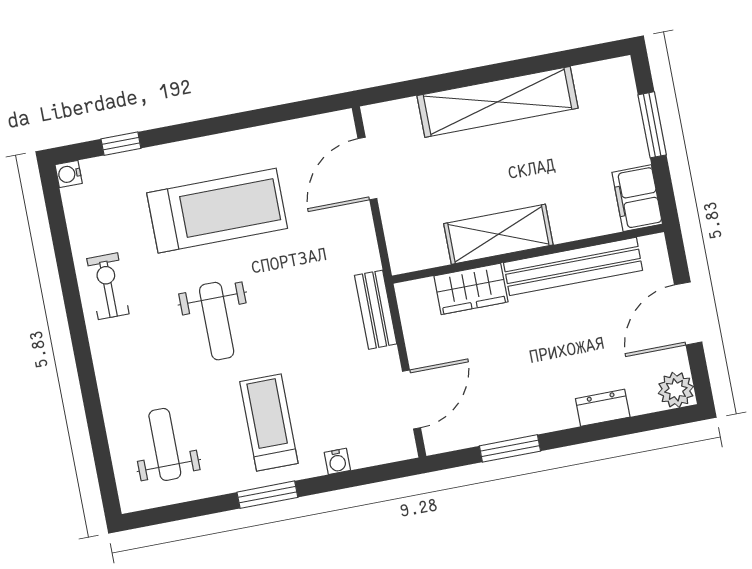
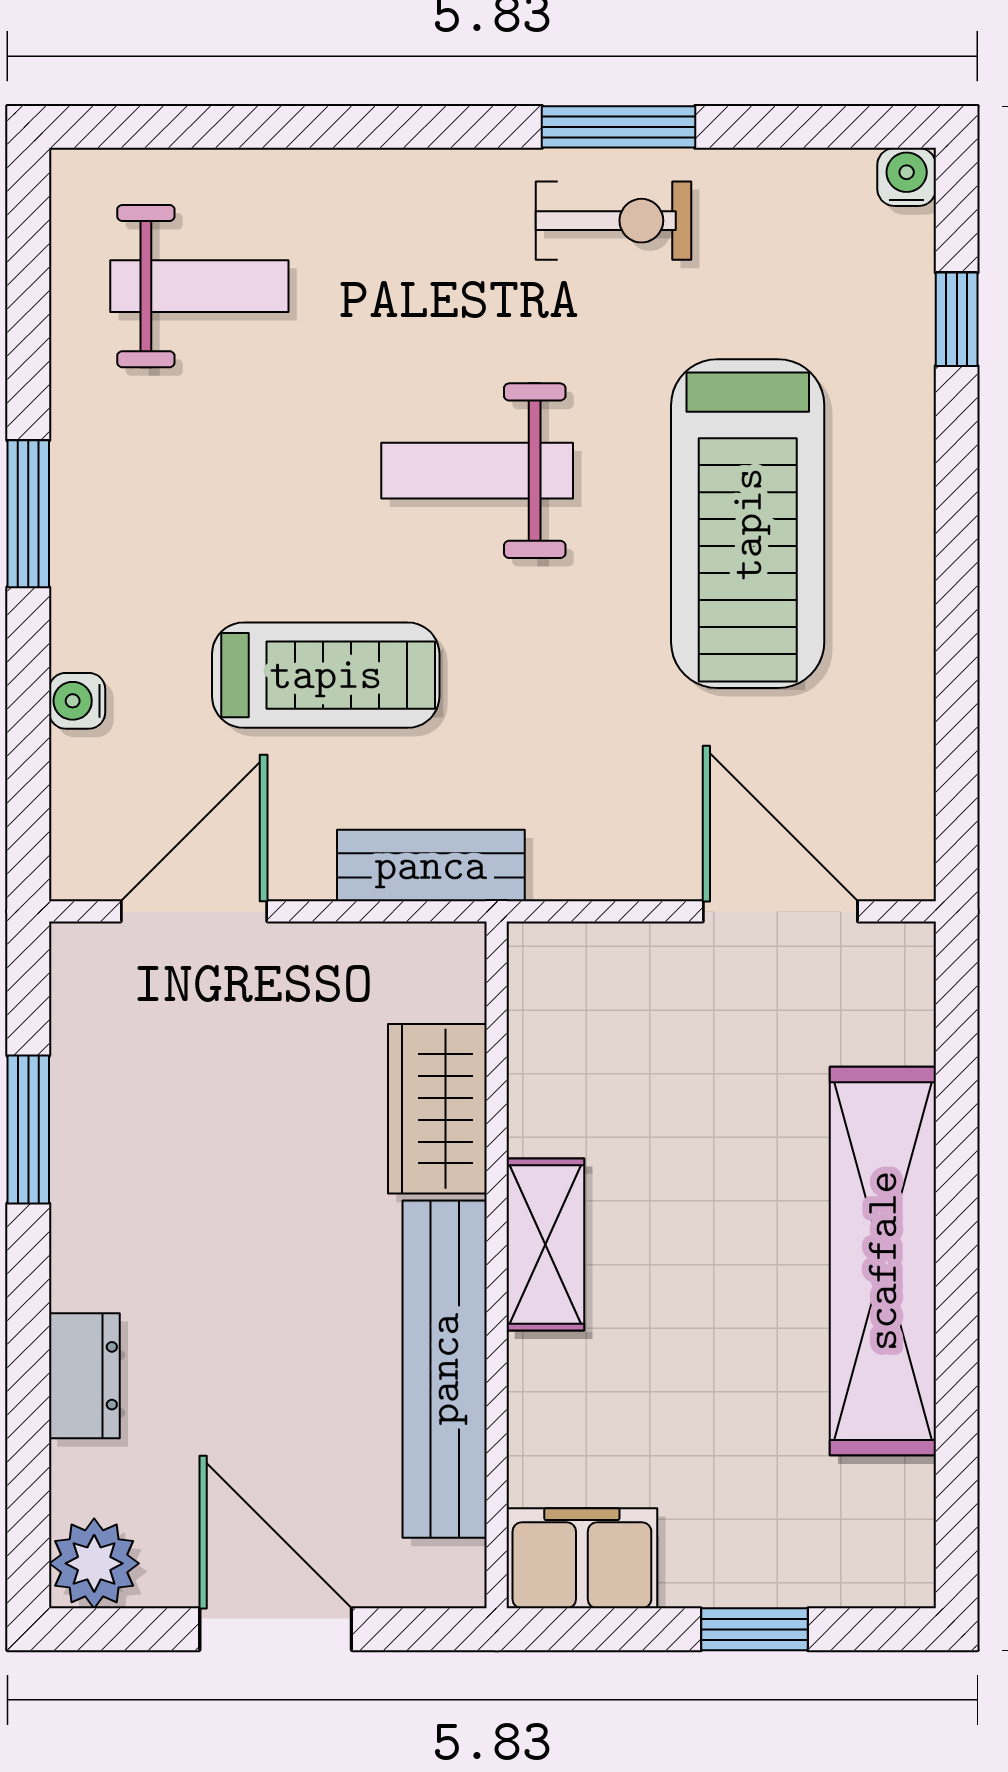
window: (652, 125) -> (754, 1629), width x0.67
shelving: (498, 234) -> (545, 1244), width x0.67, depth x0.75
window: (71, 291) -> (618, 127), added
door: (411, 400) -> (194, 911), swing flipped
treadmill: (269, 422) -> (326, 675), moved

